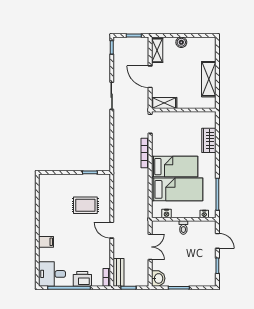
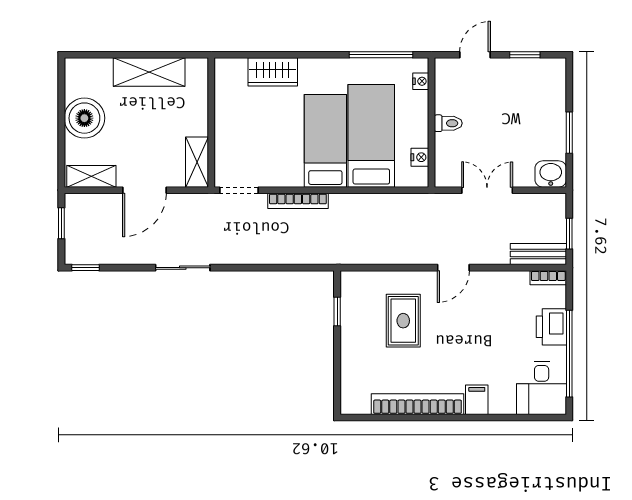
boiler: (181, 42) -> (84, 118), width x1.86, depth x1.86
bookcase: (44, 212) -> (418, 404), added

